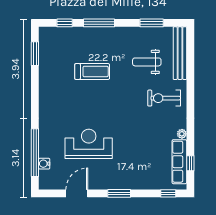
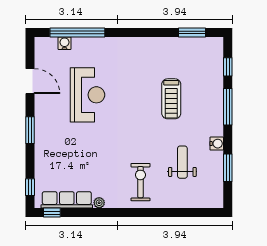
water cooler: (131, 32) -> (217, 144), added
bench: (180, 53) -> (193, 201), removed
window: (190, 163) -> (52, 213), moved

